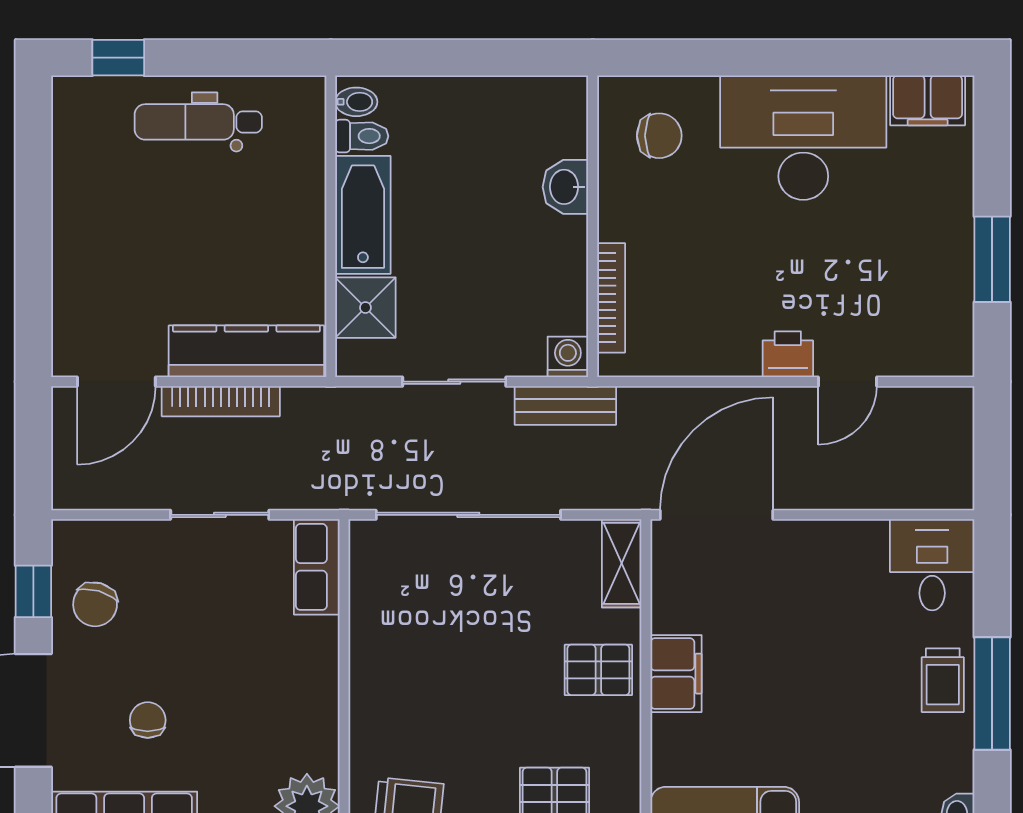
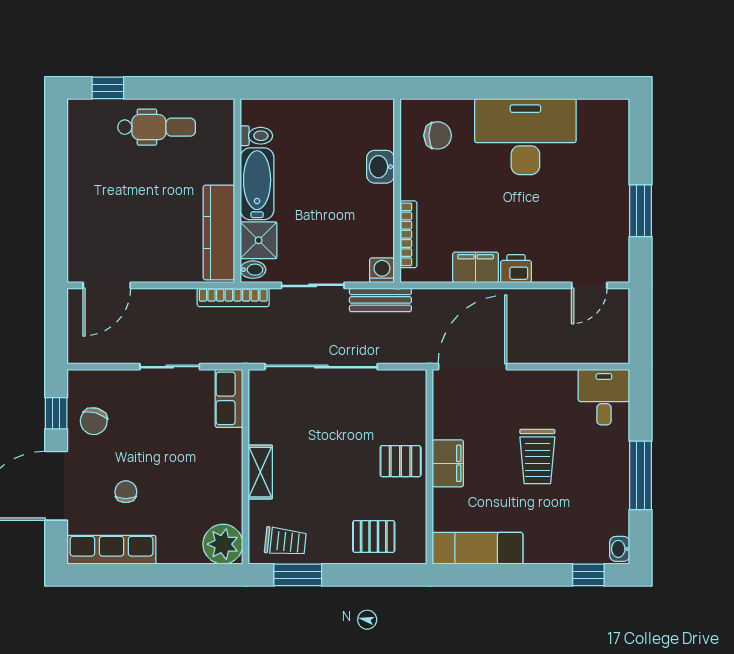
filing cabinet: (928, 100) -> (476, 267), moved, turned 180
bidet: (356, 102) -> (253, 270), moved
dental chair: (198, 122) -> (157, 127), turned 180
kitchen counter: (246, 351) -> (219, 232), moved, turned -90
door: (848, 382) -> (589, 285), moved
bookcase: (221, 401) -> (233, 297), moved
shelving: (622, 563) -> (260, 472), moved
trolley: (943, 680) -> (537, 456), moved, width x1.36, depth x1.39

